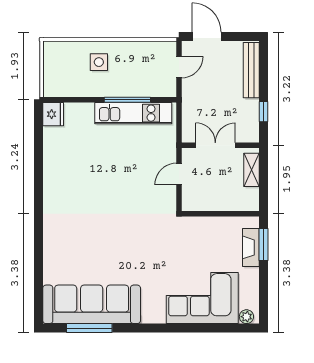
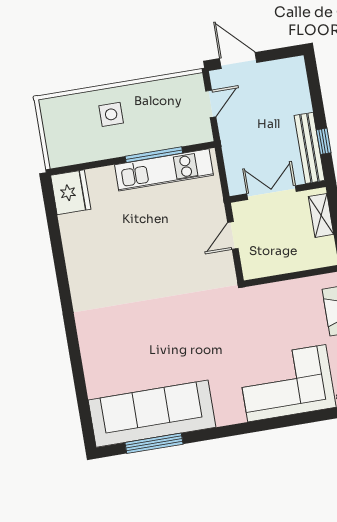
bench: (251, 70) -> (309, 148), moved
fridge: (53, 114) -> (71, 192), width x1.36, depth x1.34

